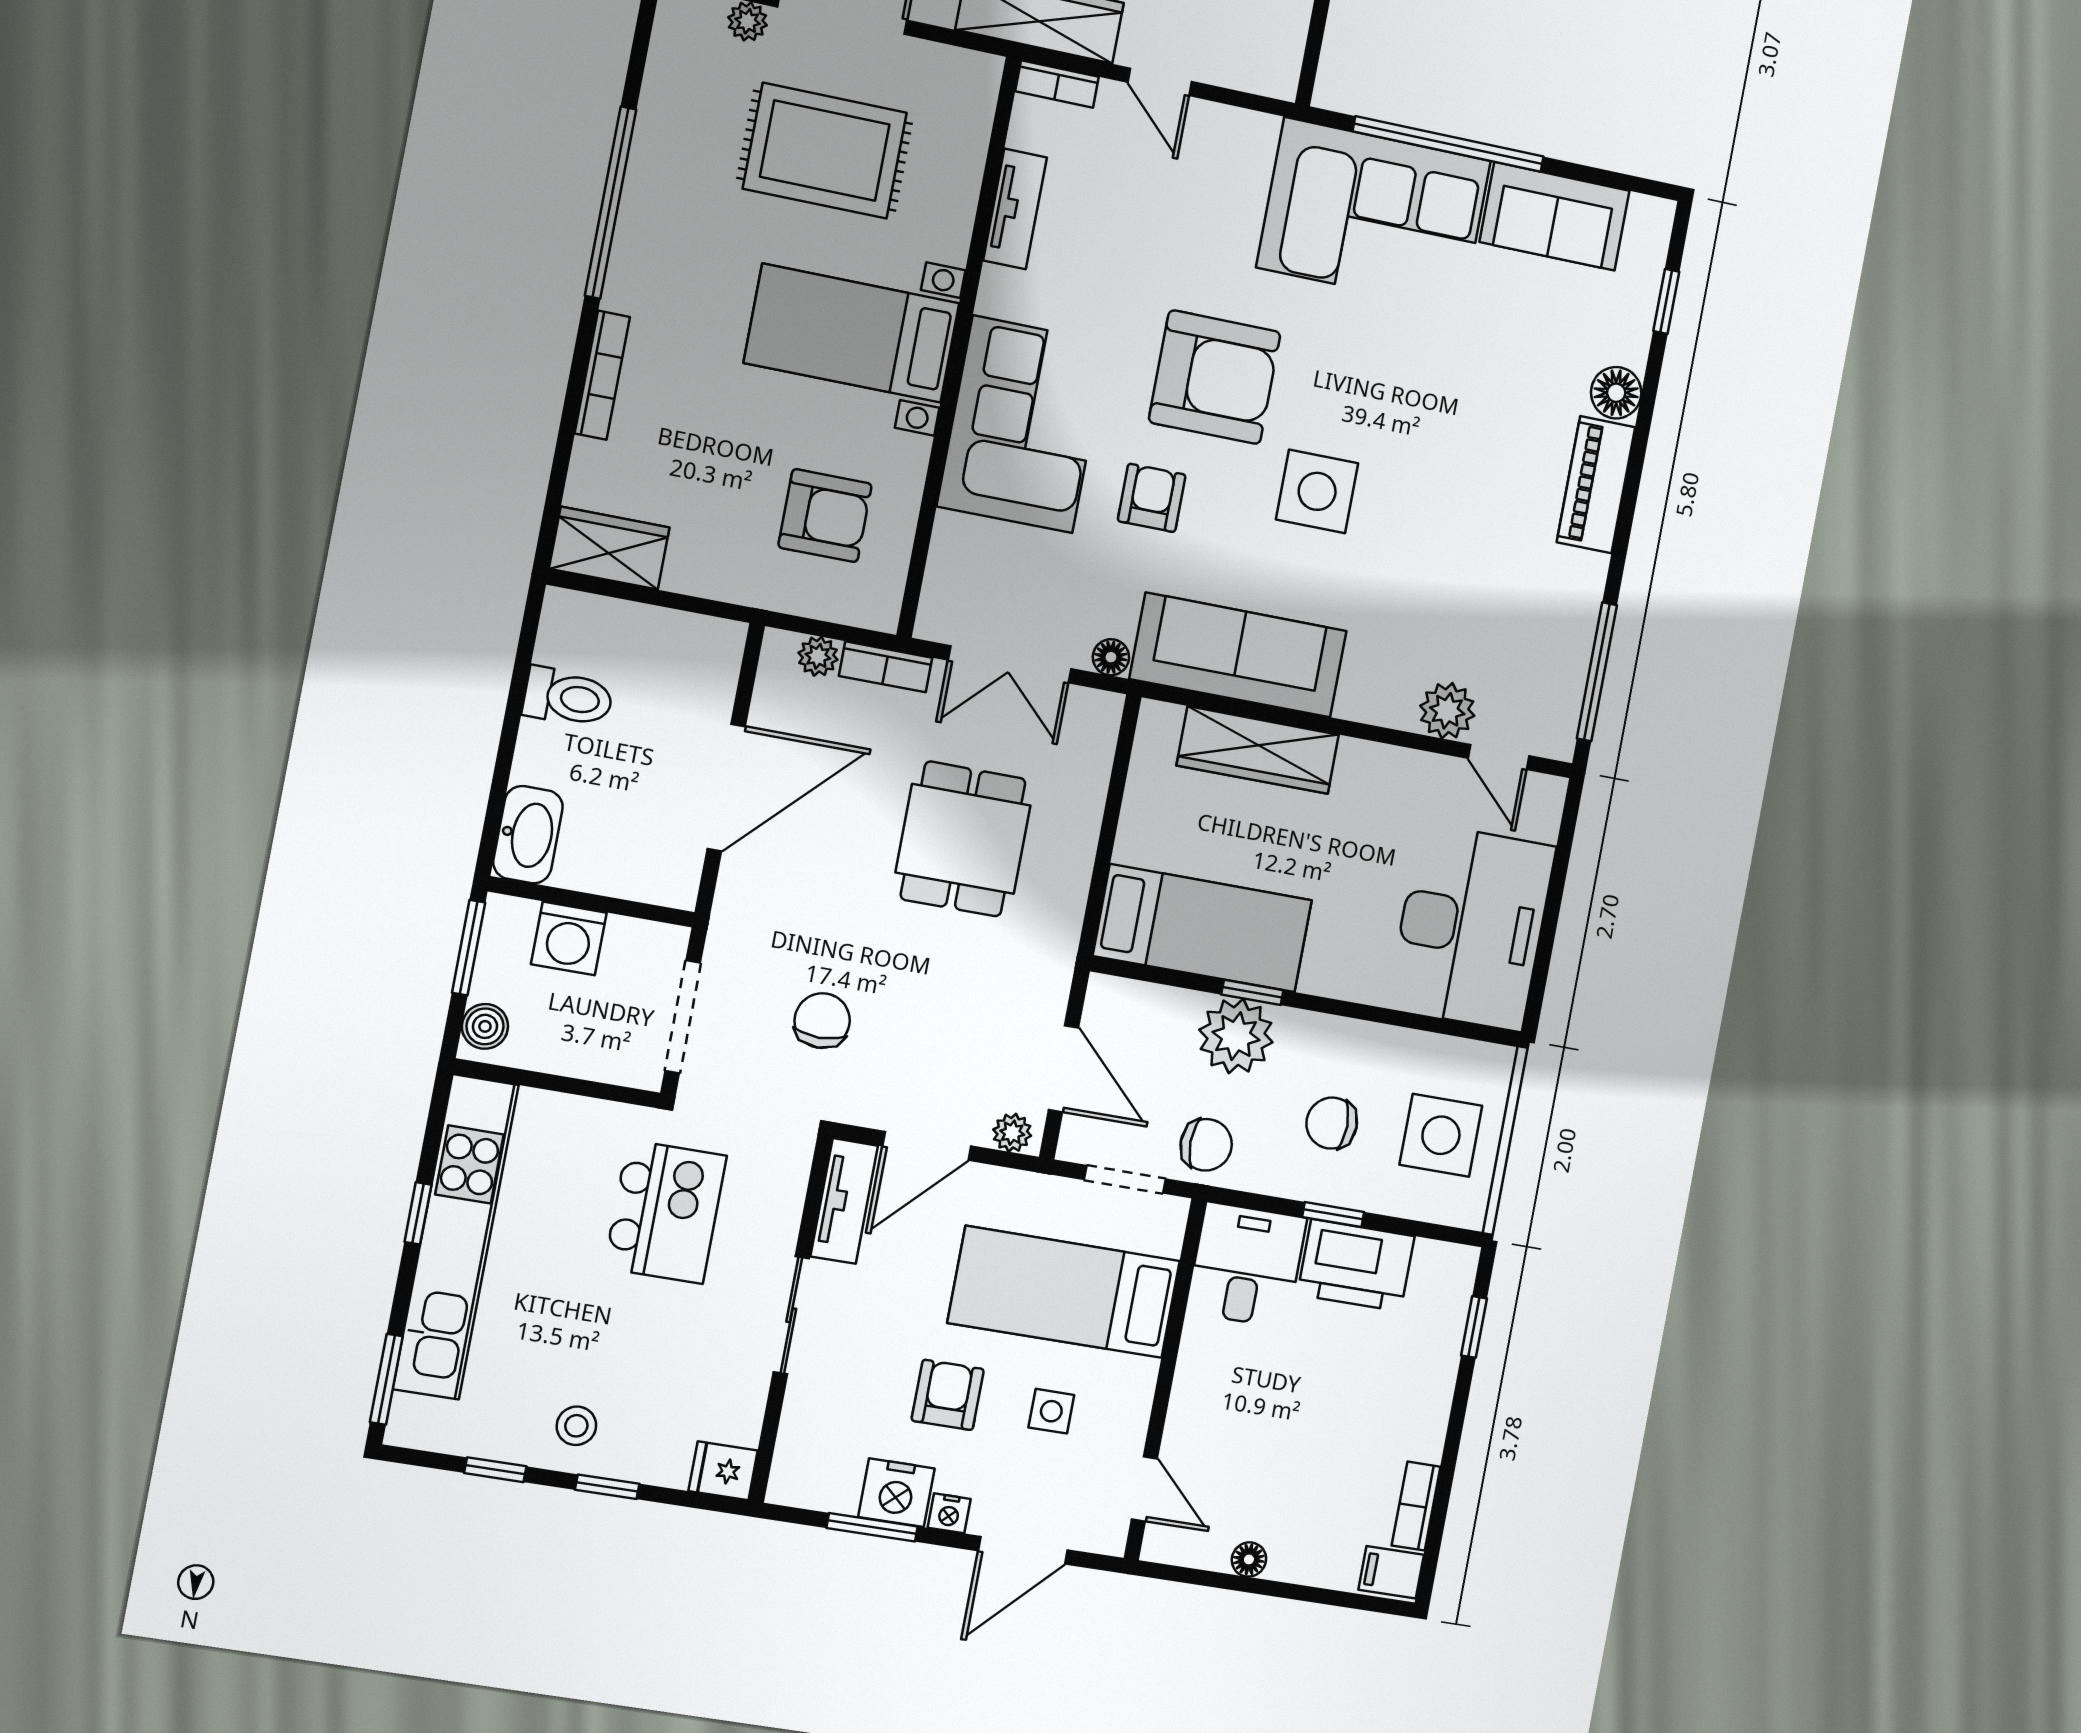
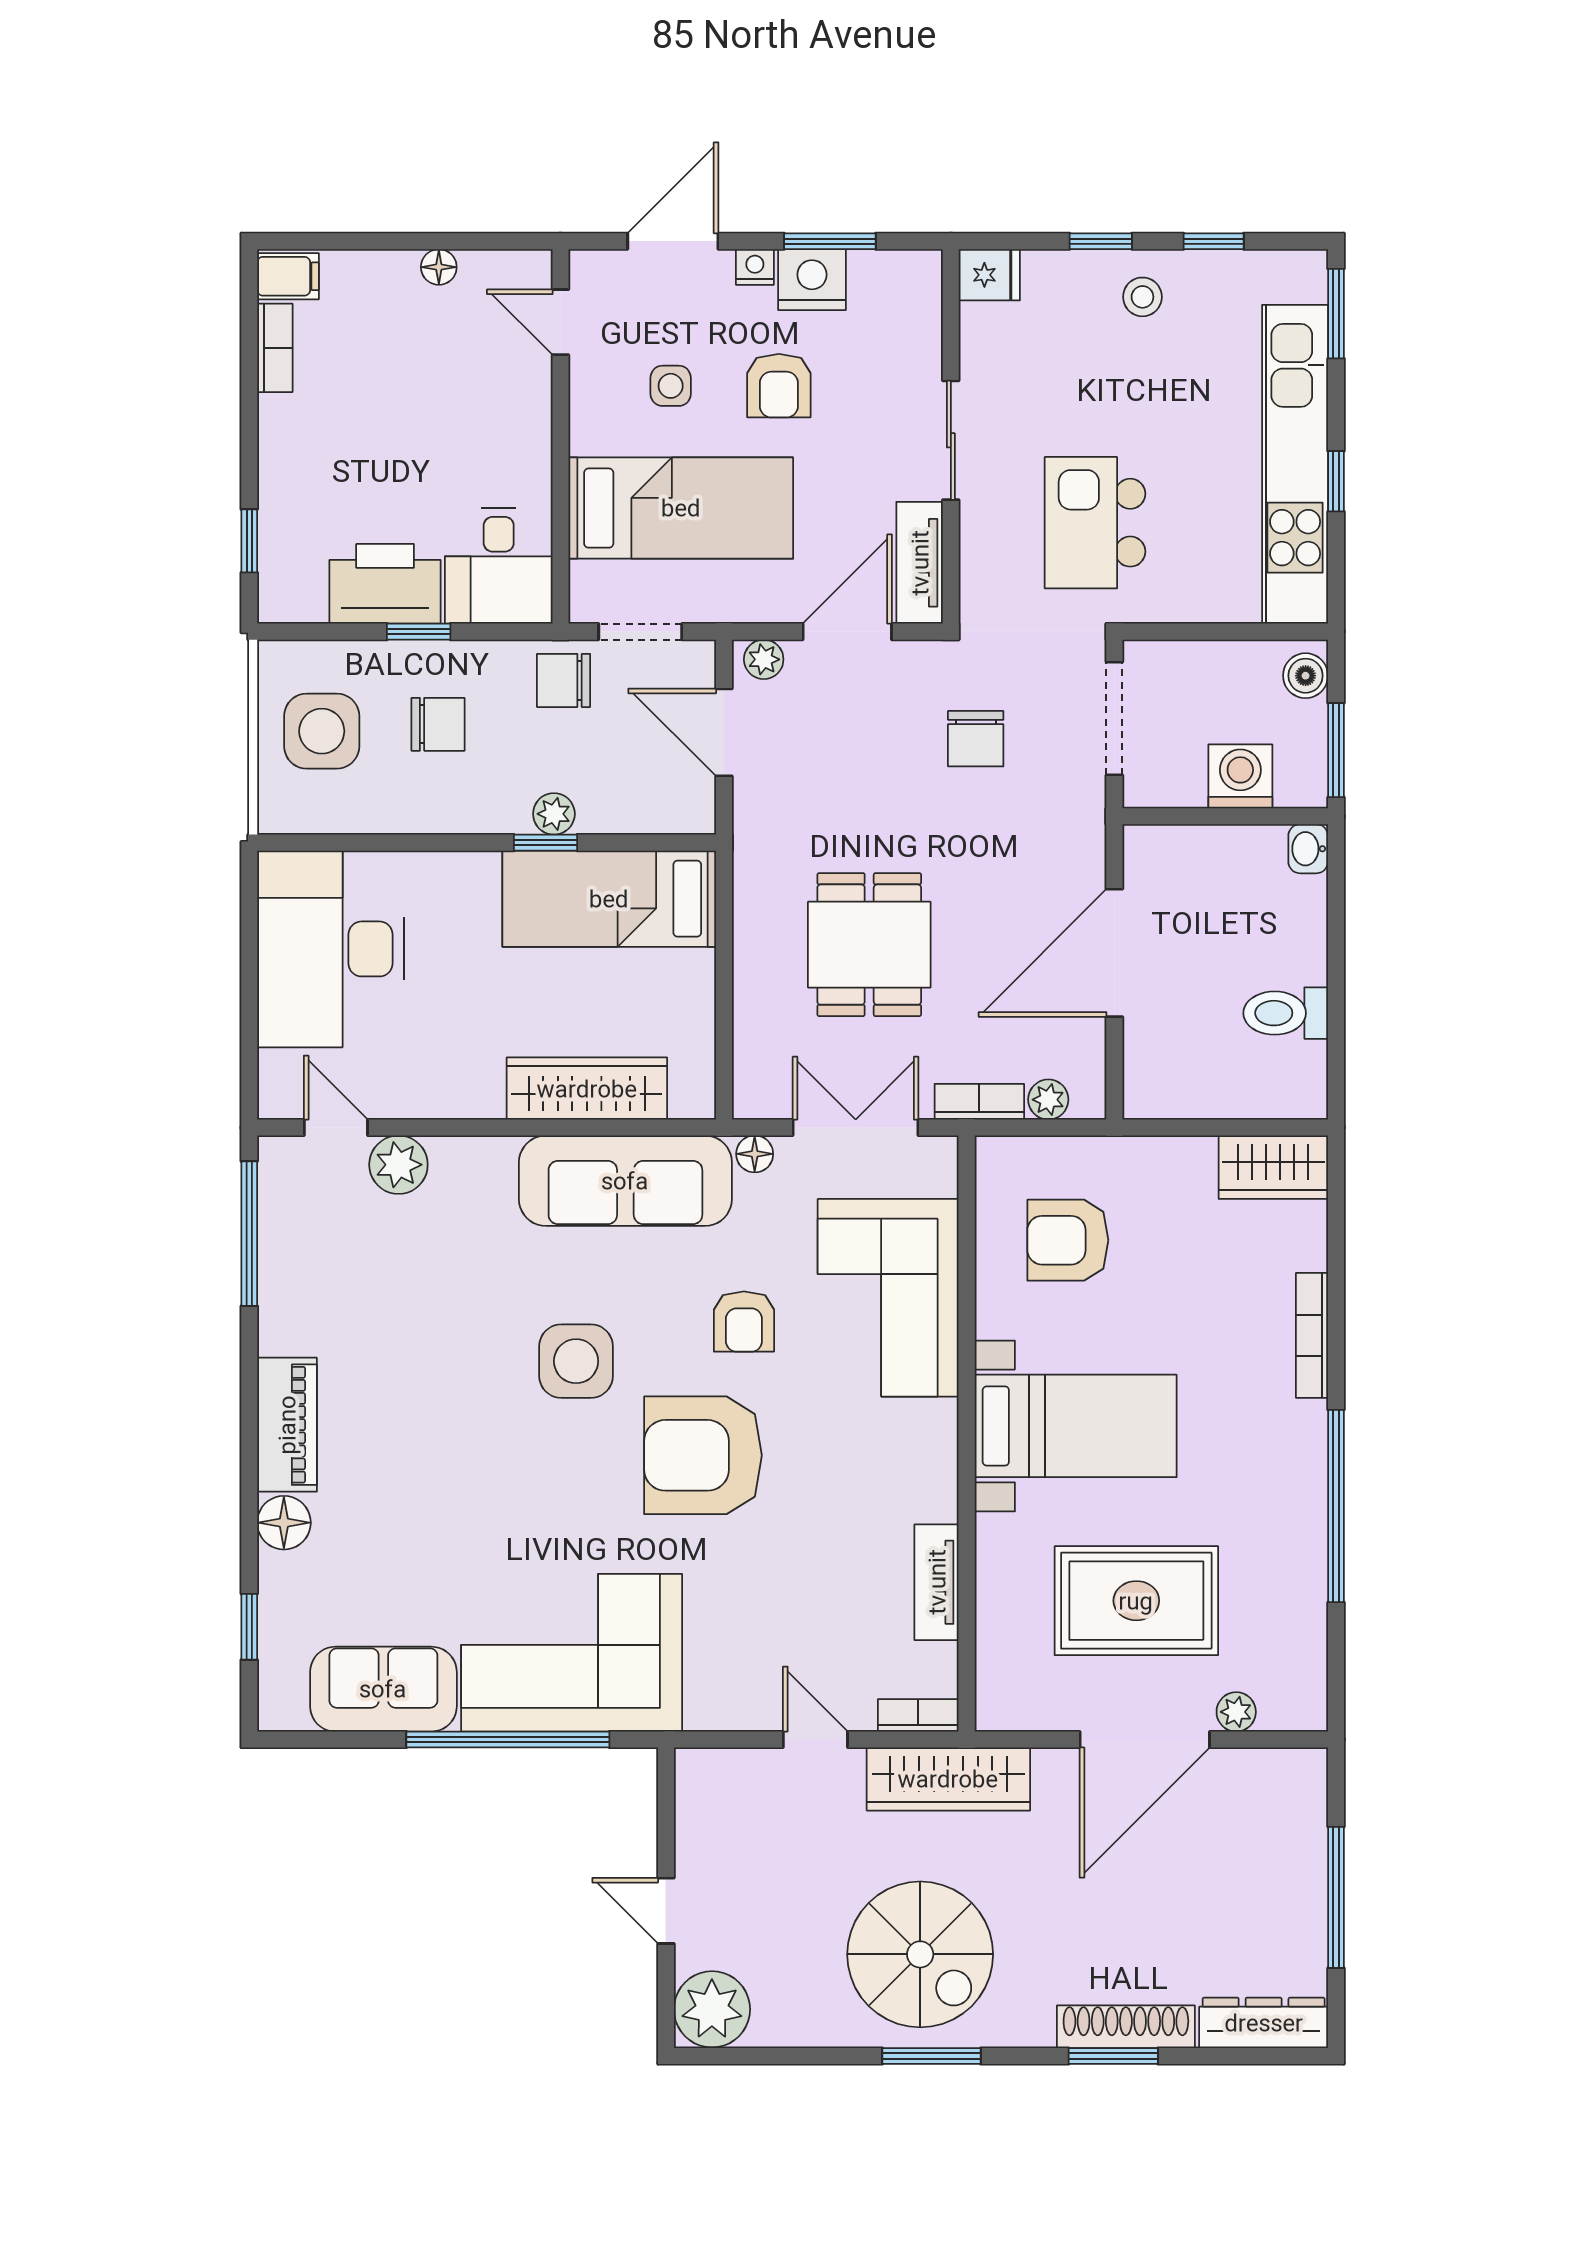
corner sofa: (1023, 424) -> (888, 1298), moved
washbasin: (528, 835) -> (1308, 849), width x0.52, depth x0.69
plant: (1236, 1036) -> (554, 814), width x0.53, depth x0.53

